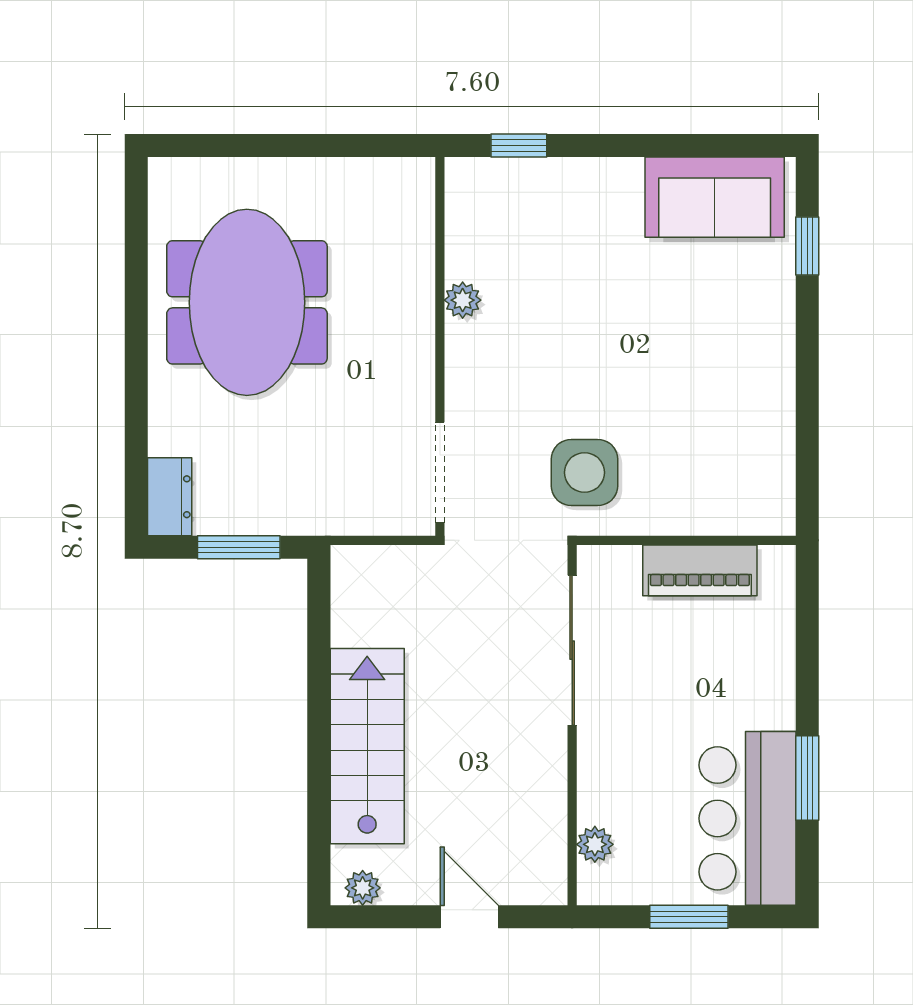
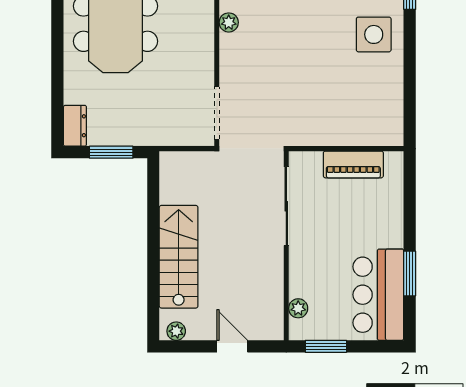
side table: (584, 473) -> (374, 34), moved
window: (689, 917) -> (326, 346), moved

